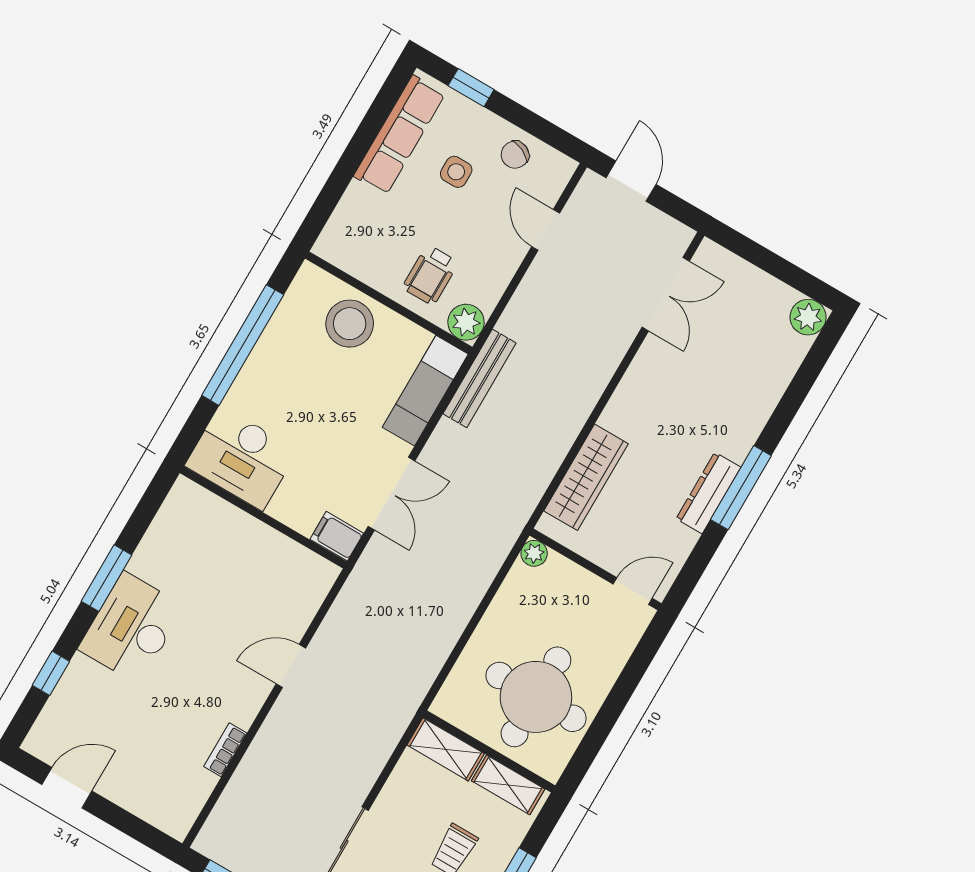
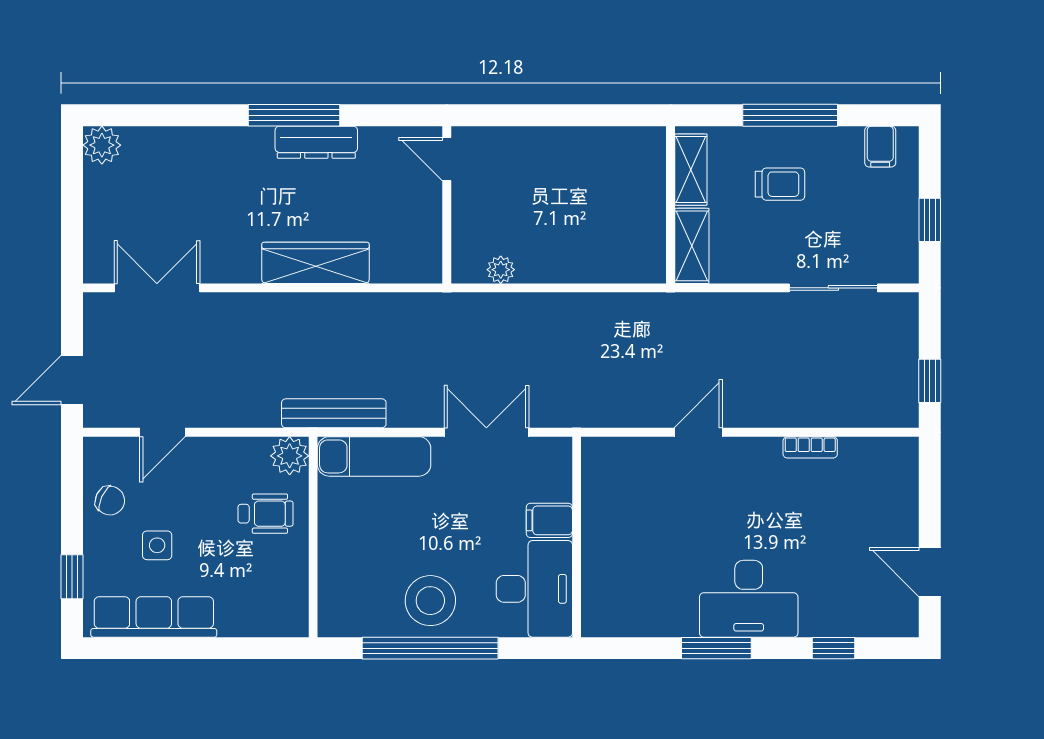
stool: (350, 324) -> (430, 601), moved
wardrobe: (586, 477) -> (315, 263), moved
filing cabinet: (337, 536) -> (549, 520), moved, turned 90
plant: (534, 553) -> (501, 270), moved
door: (291, 666) -> (698, 432), swing flipped
round table: (536, 697) -> (595, 191), removed

